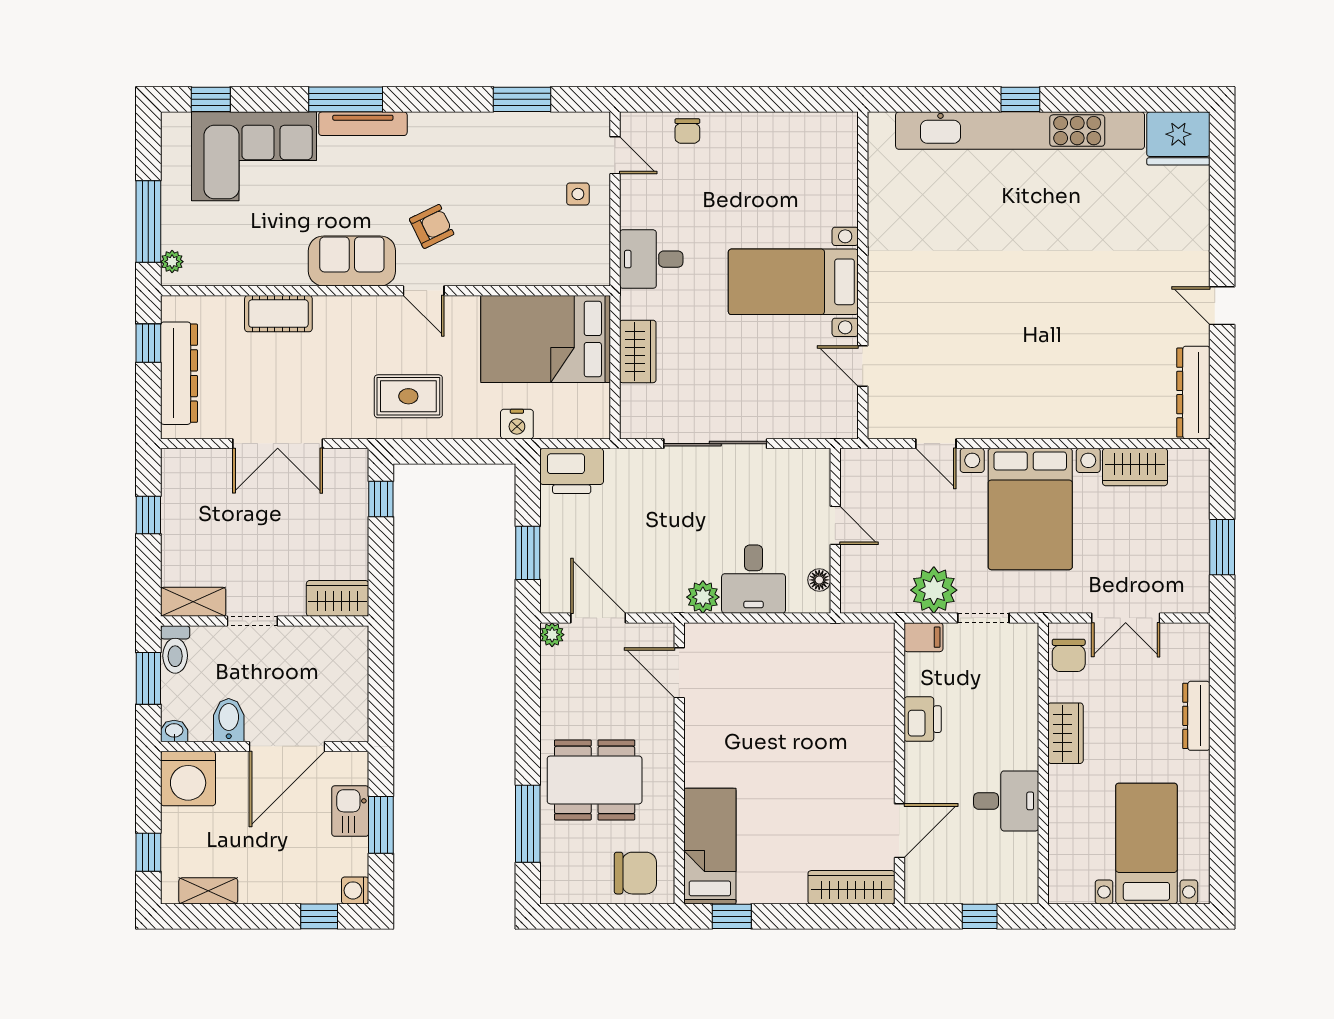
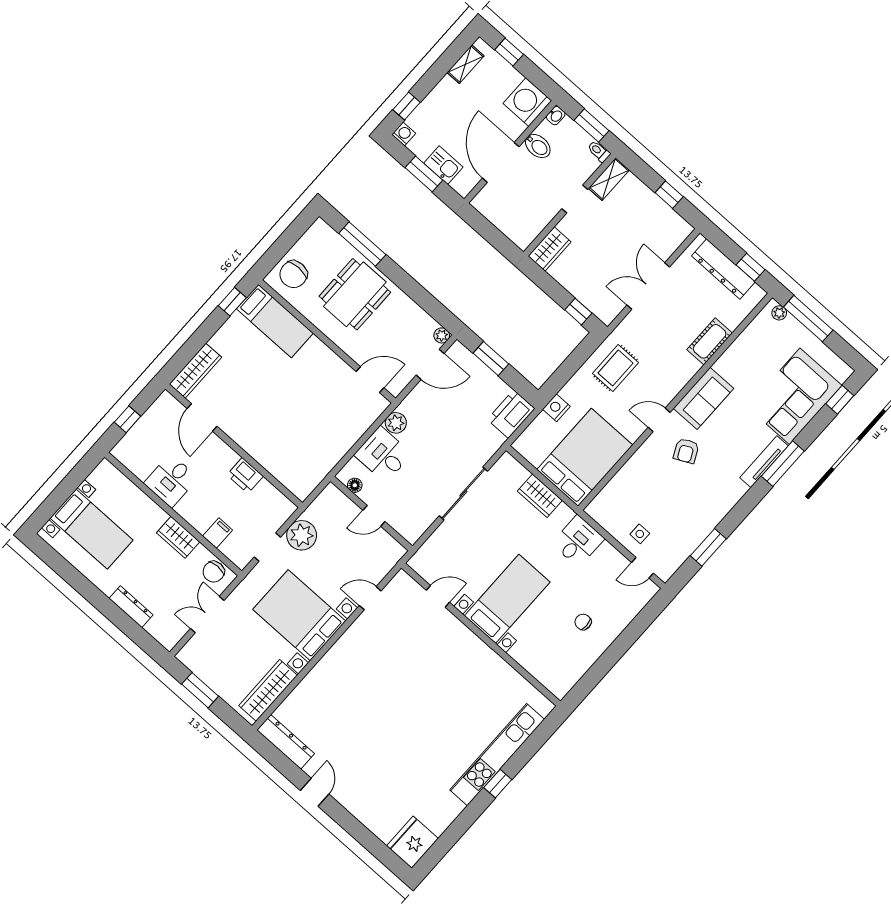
chair: (687, 131) -> (583, 622), moved
kitchen unit: (1020, 131) -> (497, 755), width x0.73
door: (1222, 306) -> (315, 792), hinge flipped
wardrobe: (1135, 467) -> (268, 690), width x1.50
filing cabinet: (923, 637) -> (218, 533), moved, turned 180
toilet: (175, 649) -> (599, 151), width x0.73, depth x0.72
chair: (1069, 655) -> (214, 572), turned -90

